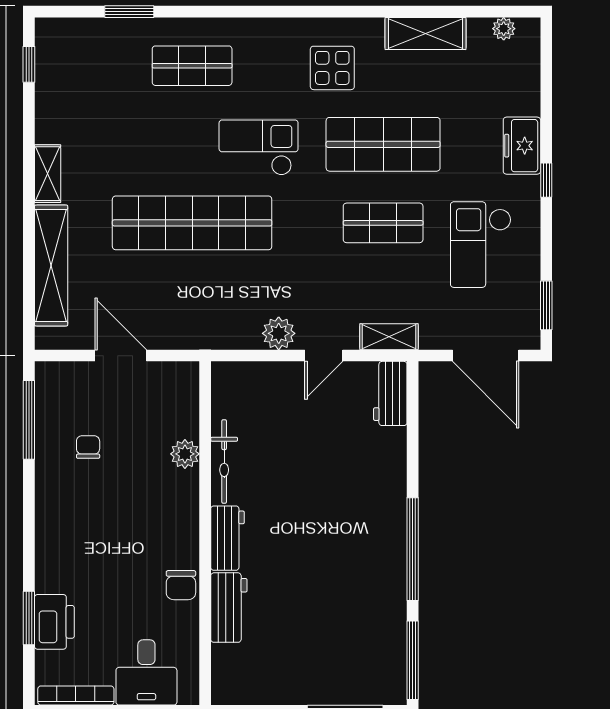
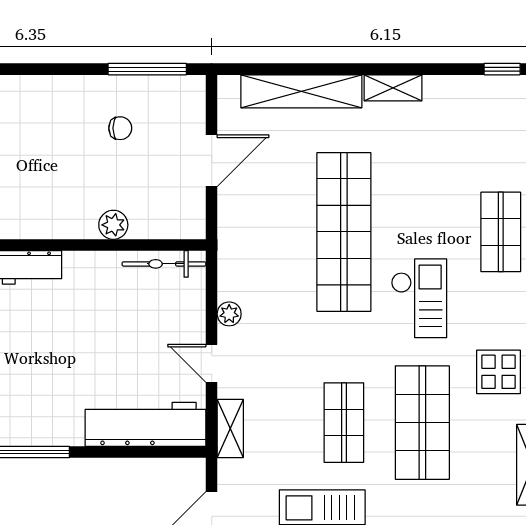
plant: (279, 333) -> (229, 314), width x0.73, depth x0.73
workbench: (390, 393) -> (146, 424), width x1.88, depth x1.32
bicycle: (224, 462) -> (164, 264), moved

